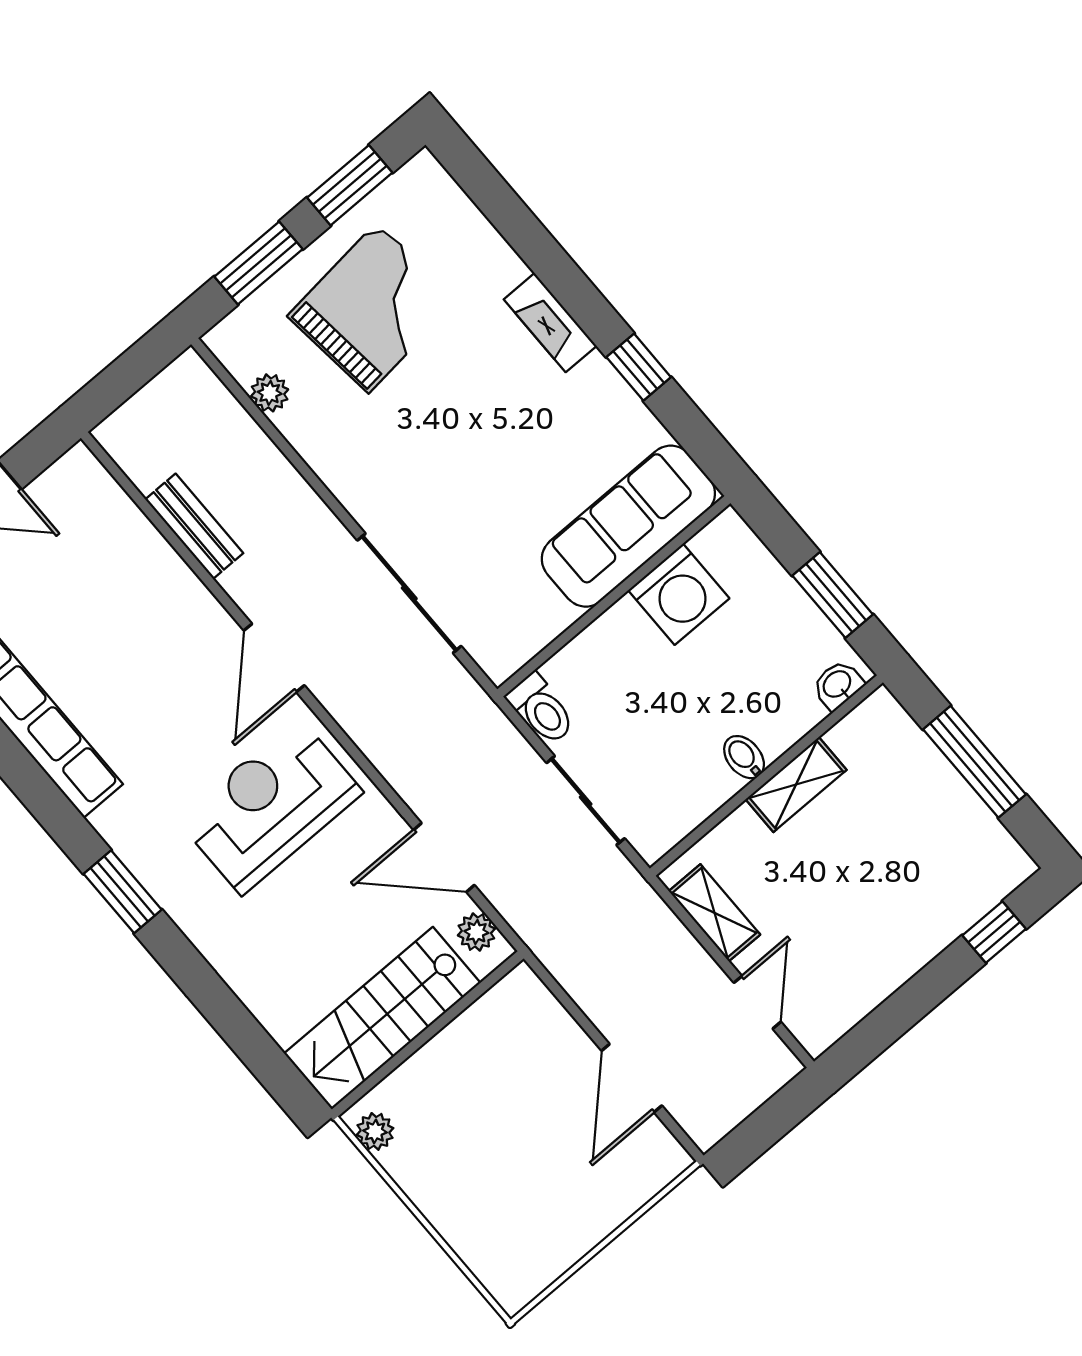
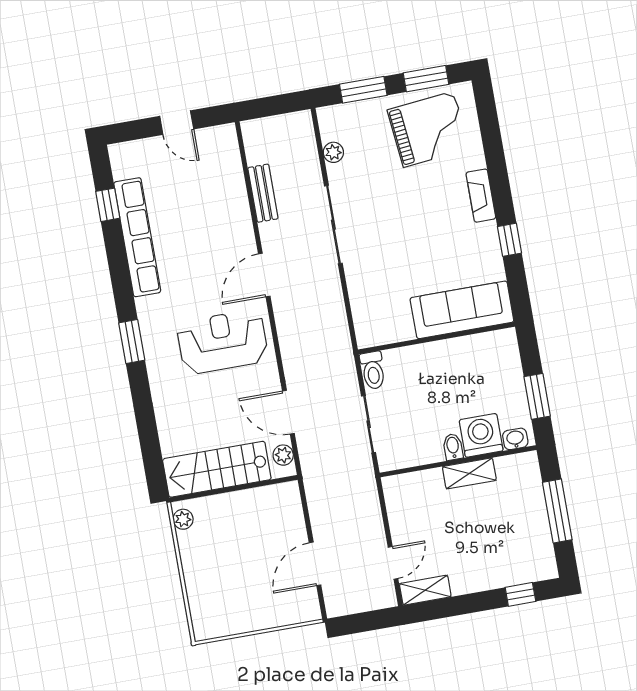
grand piano: (373, 308) -> (429, 129), moved
sliding door: (409, 593) -> (333, 225), moved
washing machine: (679, 594) -> (481, 435), moved, turned 180
shelving: (714, 913) -> (425, 590), moved, turned 90

